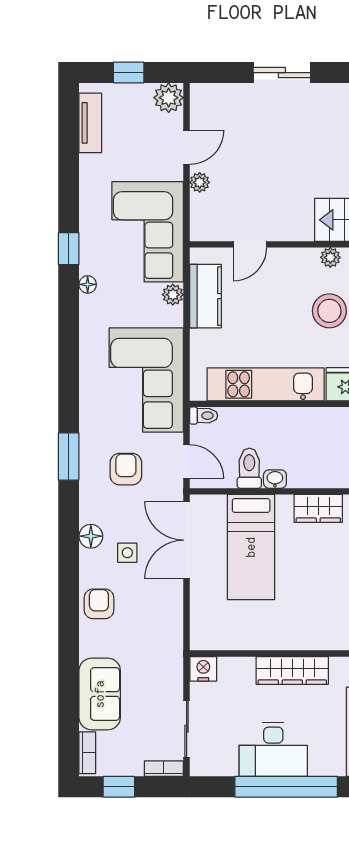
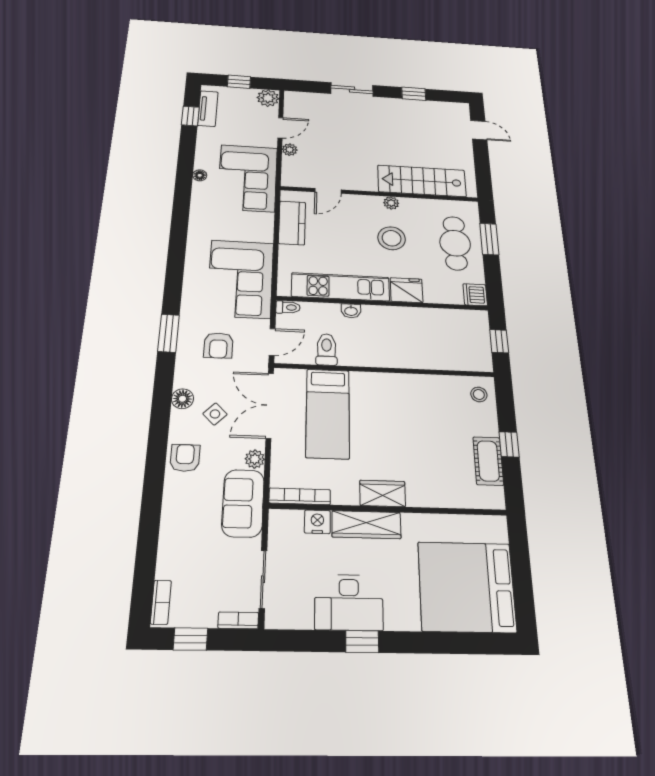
window: (69, 249) -> (190, 116), moved
floor lamp: (88, 284) -> (200, 175), moved
plant: (173, 295) -> (255, 459), moved
door: (187, 462) -> (272, 342), hinge flipped
armchair: (126, 469) -> (218, 345), turned 180
washbasin: (275, 479) -> (351, 311), moved, turned 180
wardrobe: (318, 508) -> (383, 493), moved, turned 180
side table: (127, 553) -> (215, 414), turned 45
bookcase: (222, 642) -> (300, 496), added
nightstand: (203, 669) -> (317, 522), moved
sofa: (100, 694) -> (243, 503), moved, turned 180
window: (286, 787) -> (362, 642), width x0.32

